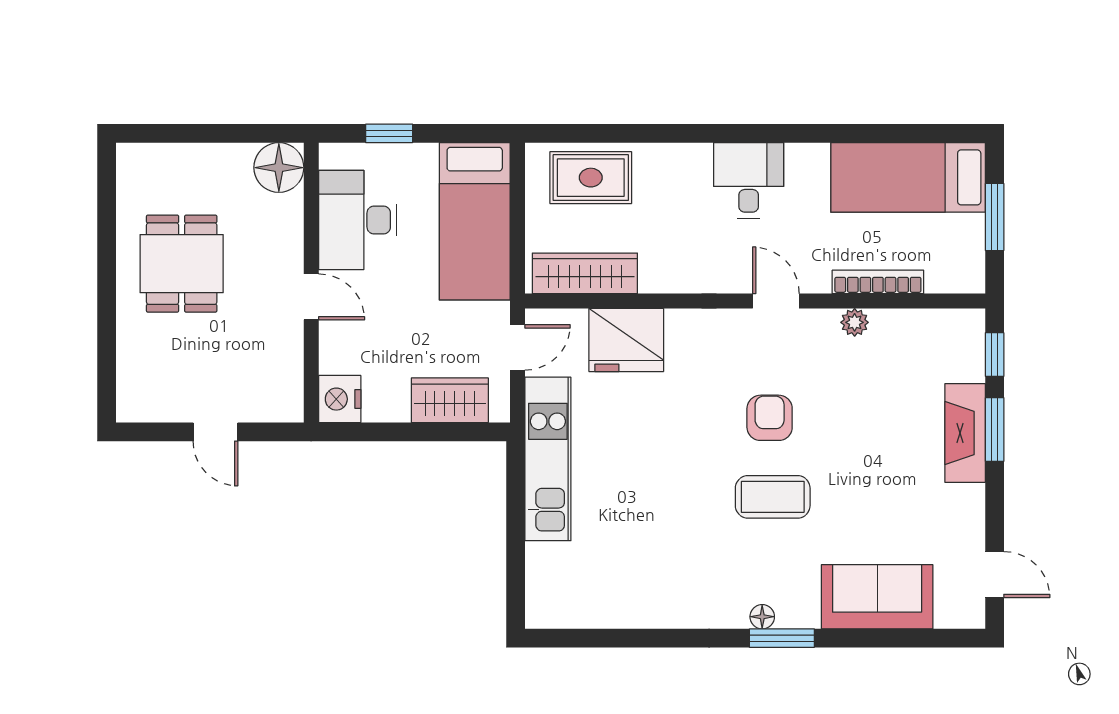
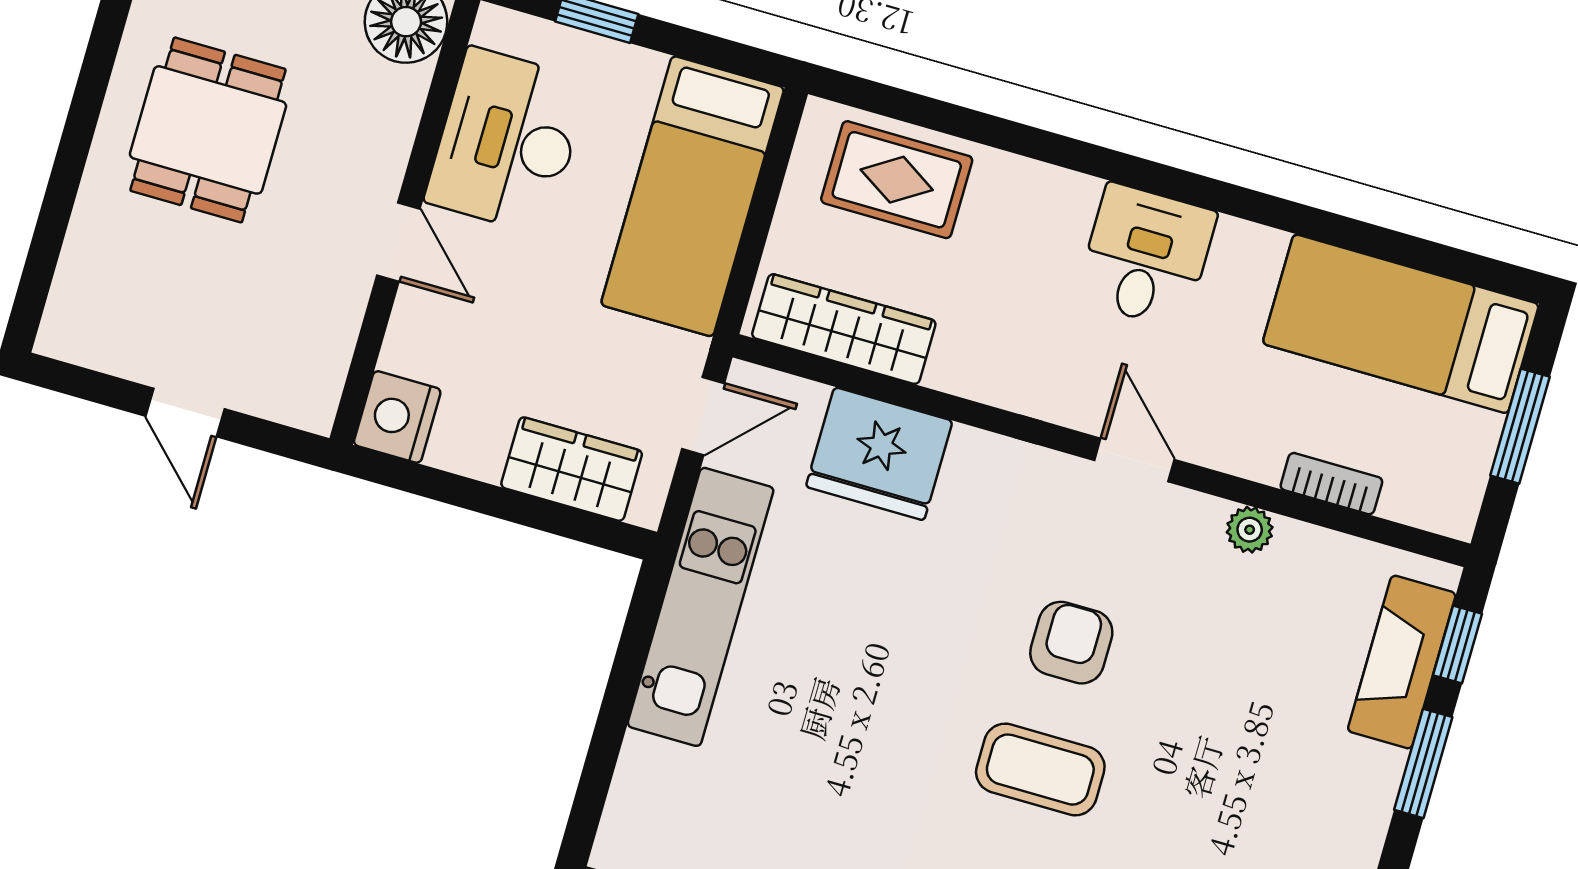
bookcase: (878, 282) -> (1331, 484), width x0.64
fireplace: (965, 433) -> (1402, 662), moved

